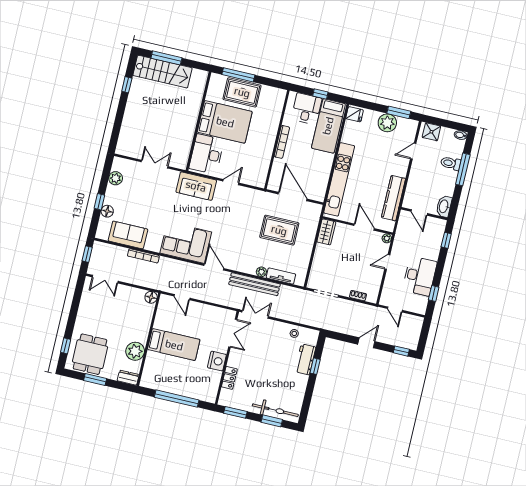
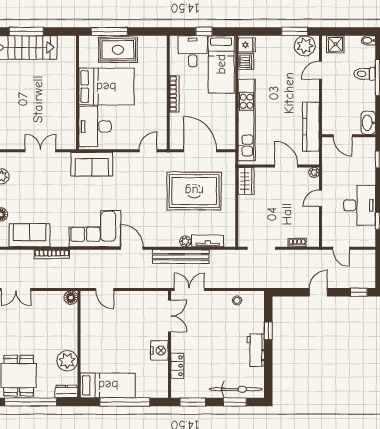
plant: (387, 123) -> (305, 46), moved
dishwasher: (350, 128) -> (246, 61), added
door: (231, 182) -> (148, 151), moved
rug: (279, 230) -> (194, 191), width x1.37, depth x1.44
bed: (174, 345) -> (108, 385), moved
workbench: (305, 359) -> (256, 350), moved
window: (95, 379) -> (31, 402), width x2.11

